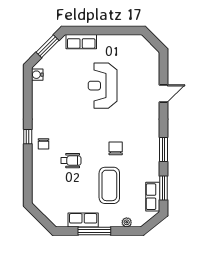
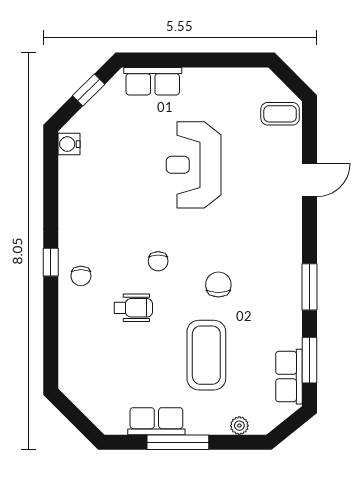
window: (48, 46) -> (89, 90), width x0.67
coffee table: (148, 59) -> (280, 114), added
chair: (84, 136) -> (158, 261), added

